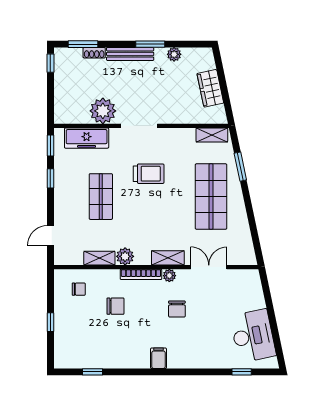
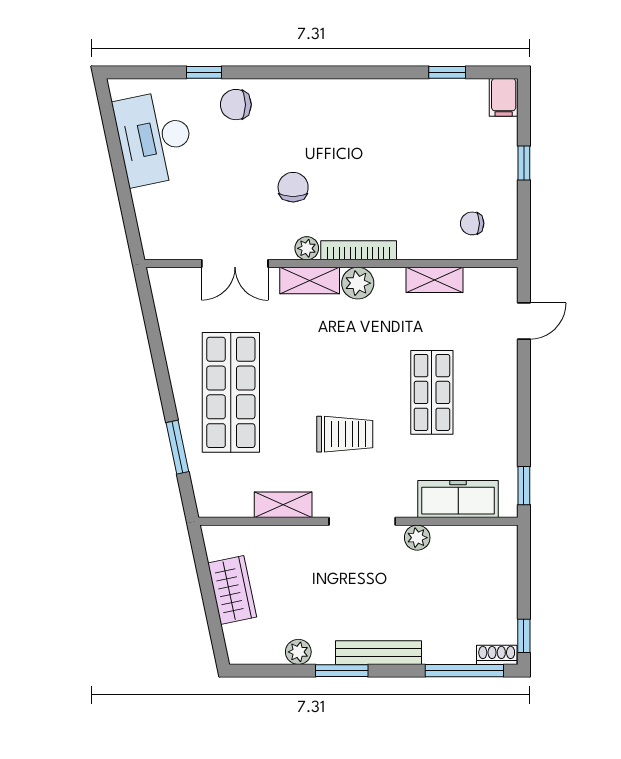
window: (83, 44) -> (464, 671), width x1.44
shoe rack: (94, 53) -> (497, 655), moved
plant: (103, 111) -> (417, 538), width x0.53, depth x0.53
shelving: (212, 135) -> (283, 505), moved
trolley: (149, 174) -> (345, 434), turned 180
window: (50, 178) -> (524, 426), removed
plant: (125, 256) -> (358, 283), moved
chair: (115, 306) -> (236, 105), moved
filing cabinet: (159, 358) -> (504, 97), moved
window: (242, 372) -> (204, 72), moved

